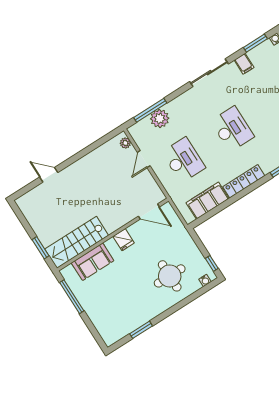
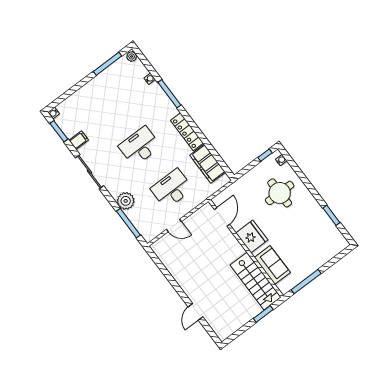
plant: (160, 118) -> (126, 201), moved
plant: (125, 143) -> (161, 244), removed
fridge: (124, 240) -> (252, 236), width x1.88, depth x1.34

